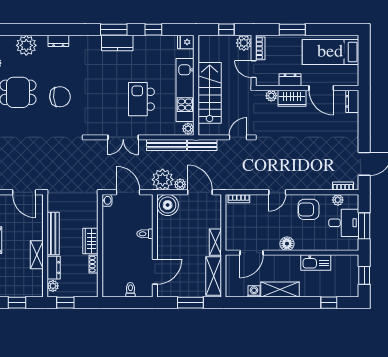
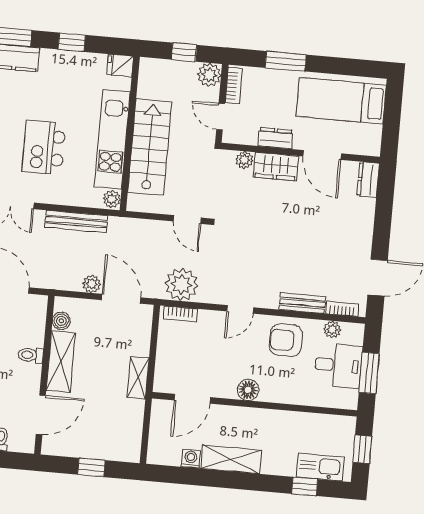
door: (238, 137) -> (187, 220), swing flipped
bench: (202, 145) -> (302, 303), moved
plant: (163, 180) -> (182, 284), moved
boiler: (168, 205) -> (61, 321), width x0.54, depth x0.54
kitchen sink: (316, 263) -> (320, 467), moved, turned 180
shelving: (214, 276) -> (61, 362), moved
window: (190, 303) -> (91, 467), width x0.67

